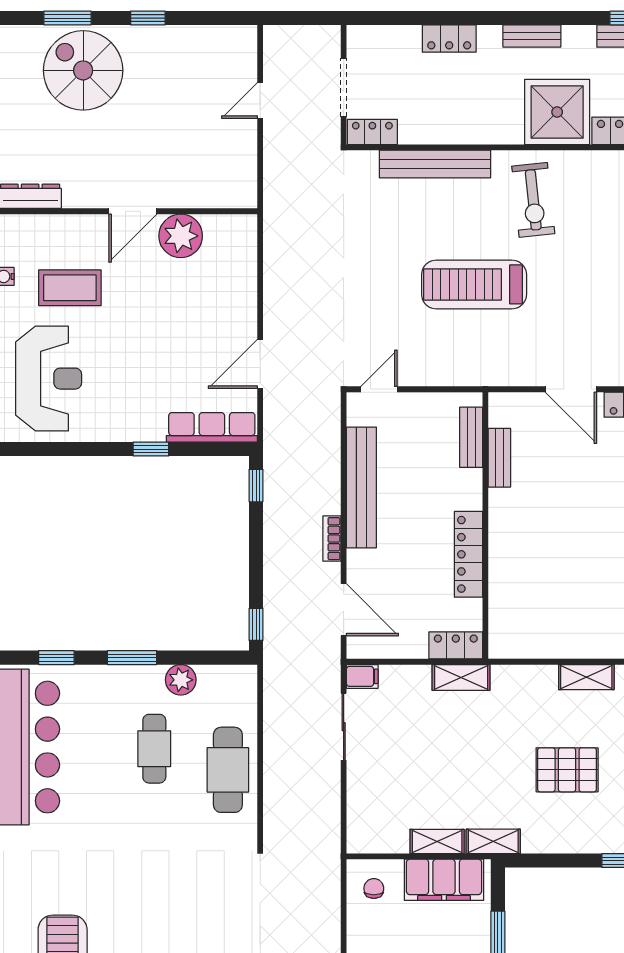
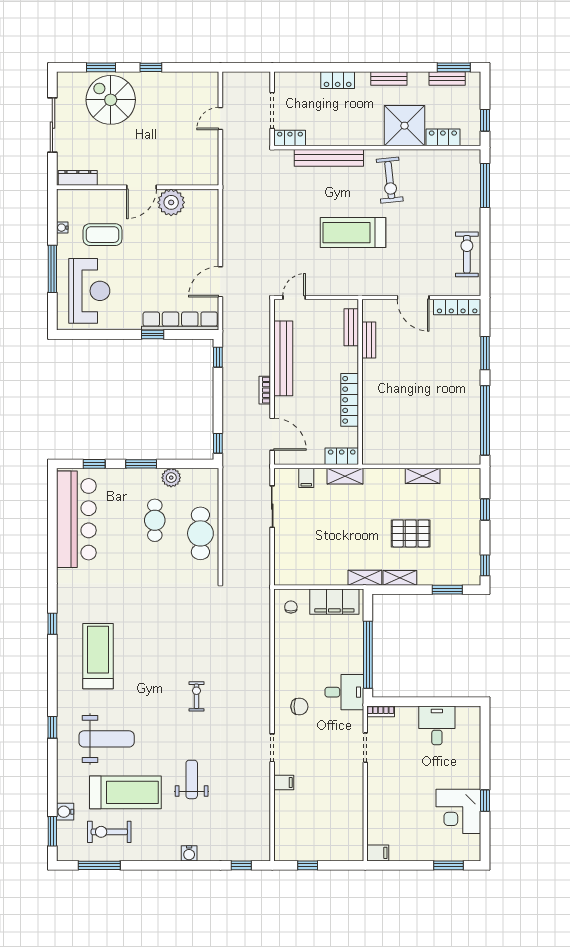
row of seats: (212, 427) -> (180, 321), width x1.36
filing cabinet: (362, 676) -> (306, 478), moved, turned 90
shelving: (437, 841) -> (400, 578), moved

